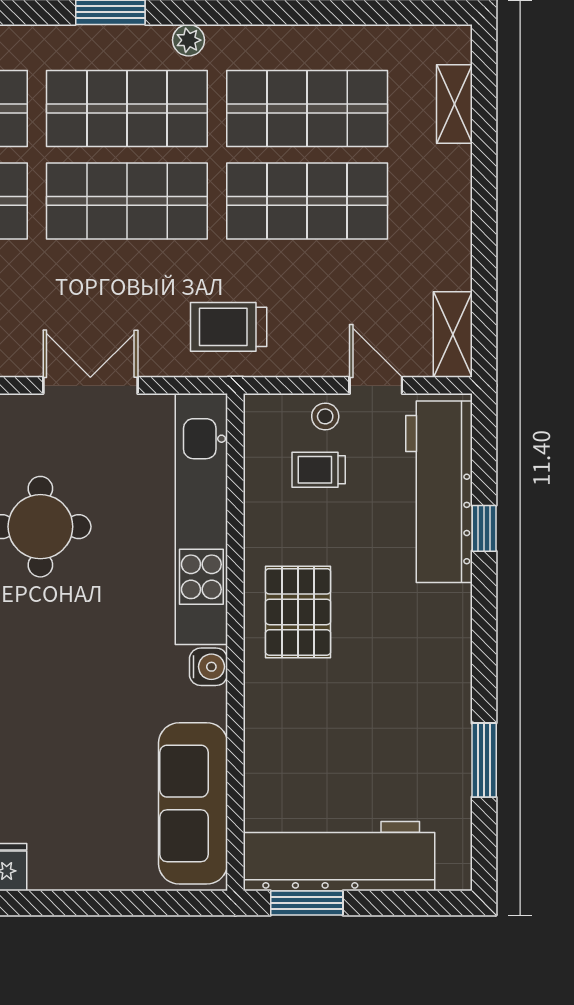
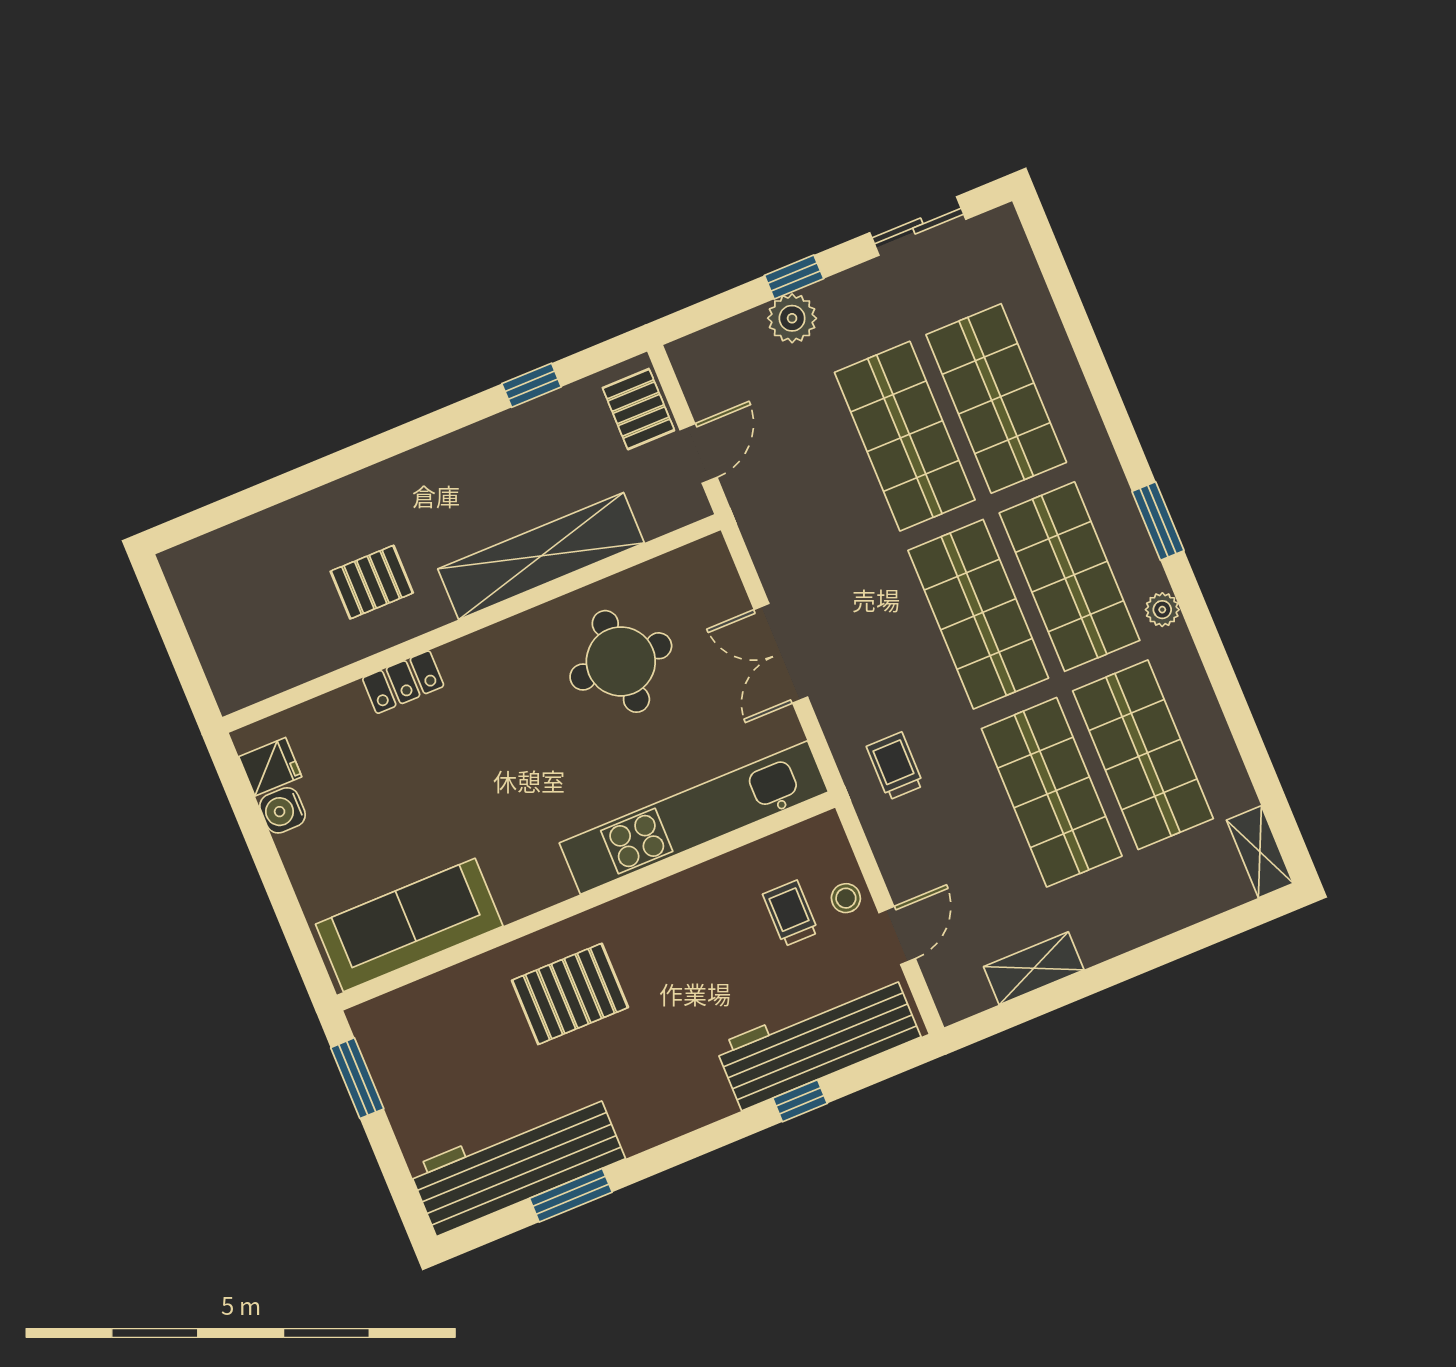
shelving: (454, 104) -> (1260, 852), moved, turned 90
trolley: (229, 327) -> (895, 766), width x0.73, depth x0.72
shelving: (453, 335) -> (1034, 968), moved
double door: (90, 385) -> (781, 653), swing flipped
pallet: (298, 612) -> (570, 994), moved
water cooler: (208, 667) -> (283, 810), moved, turned 90
workbench: (339, 856) -> (517, 1163), moved, turned -90

